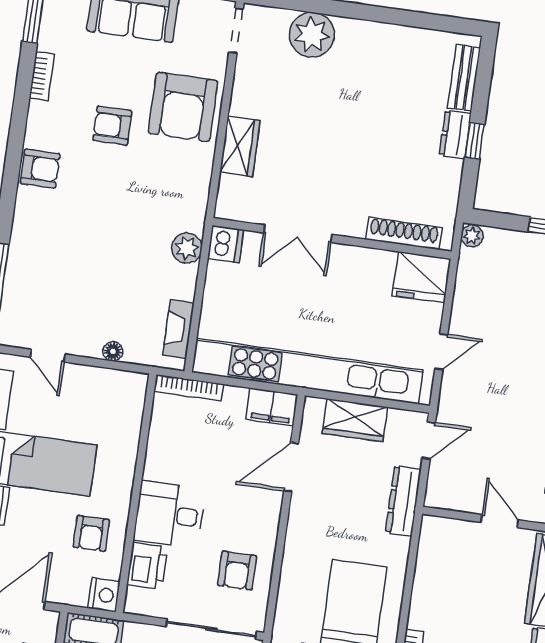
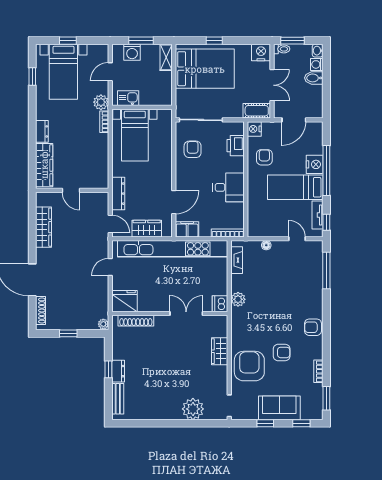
door: (429, 440) -> (110, 224), swing flipped
desk: (169, 514) -> (228, 187), moved

